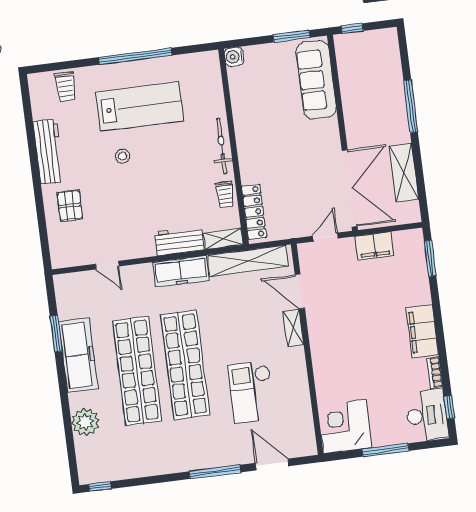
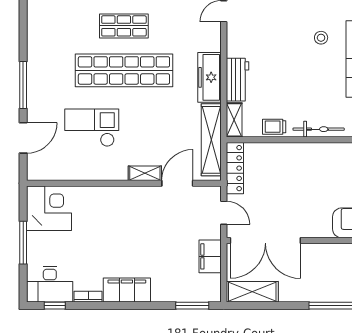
shelving: (404, 173) -> (252, 292), moved
locker: (254, 212) -> (235, 168), moved, turned -90
shop shelf: (137, 371) -> (124, 26), width x0.50, depth x0.74

